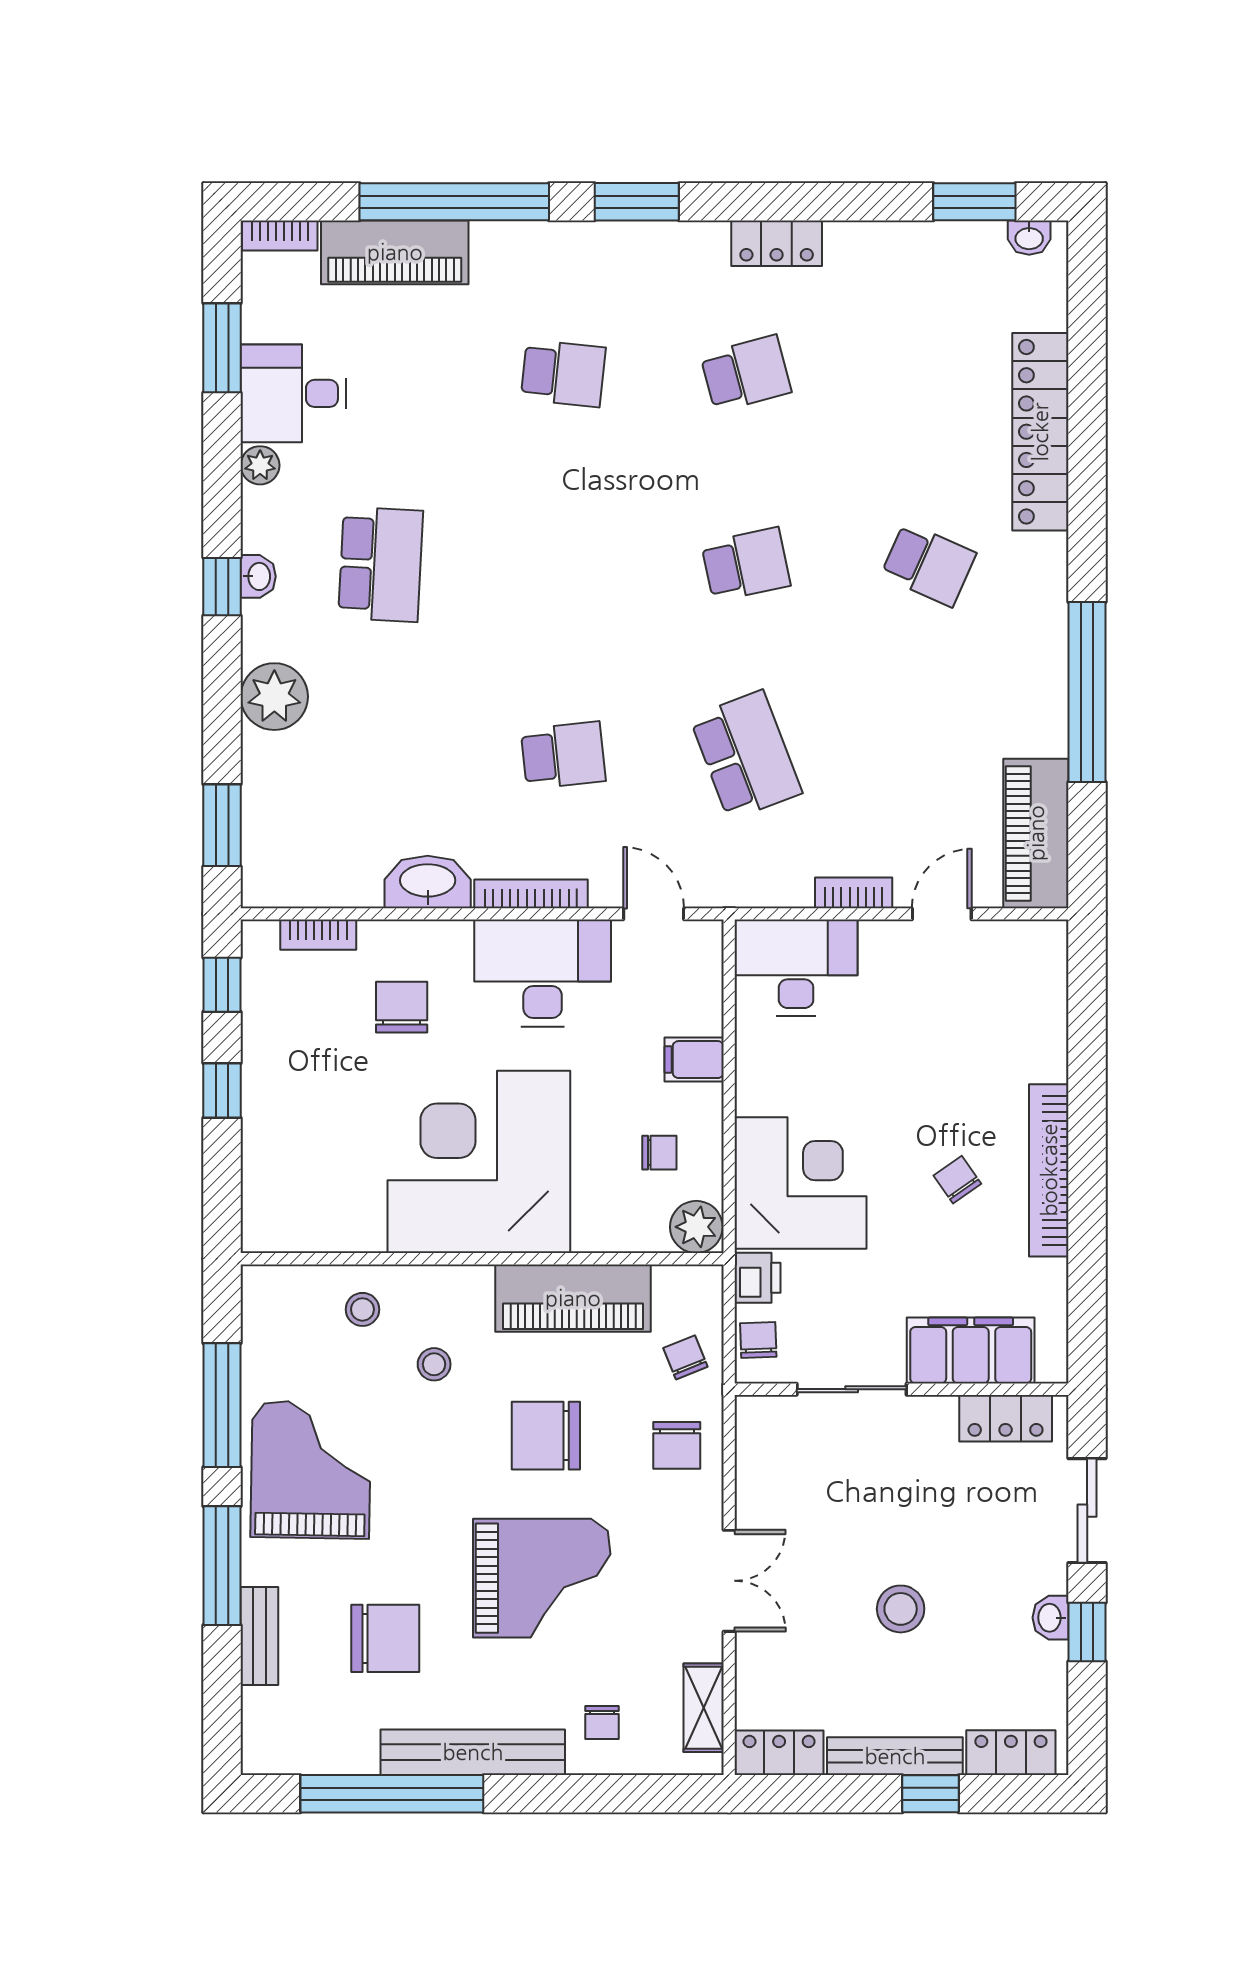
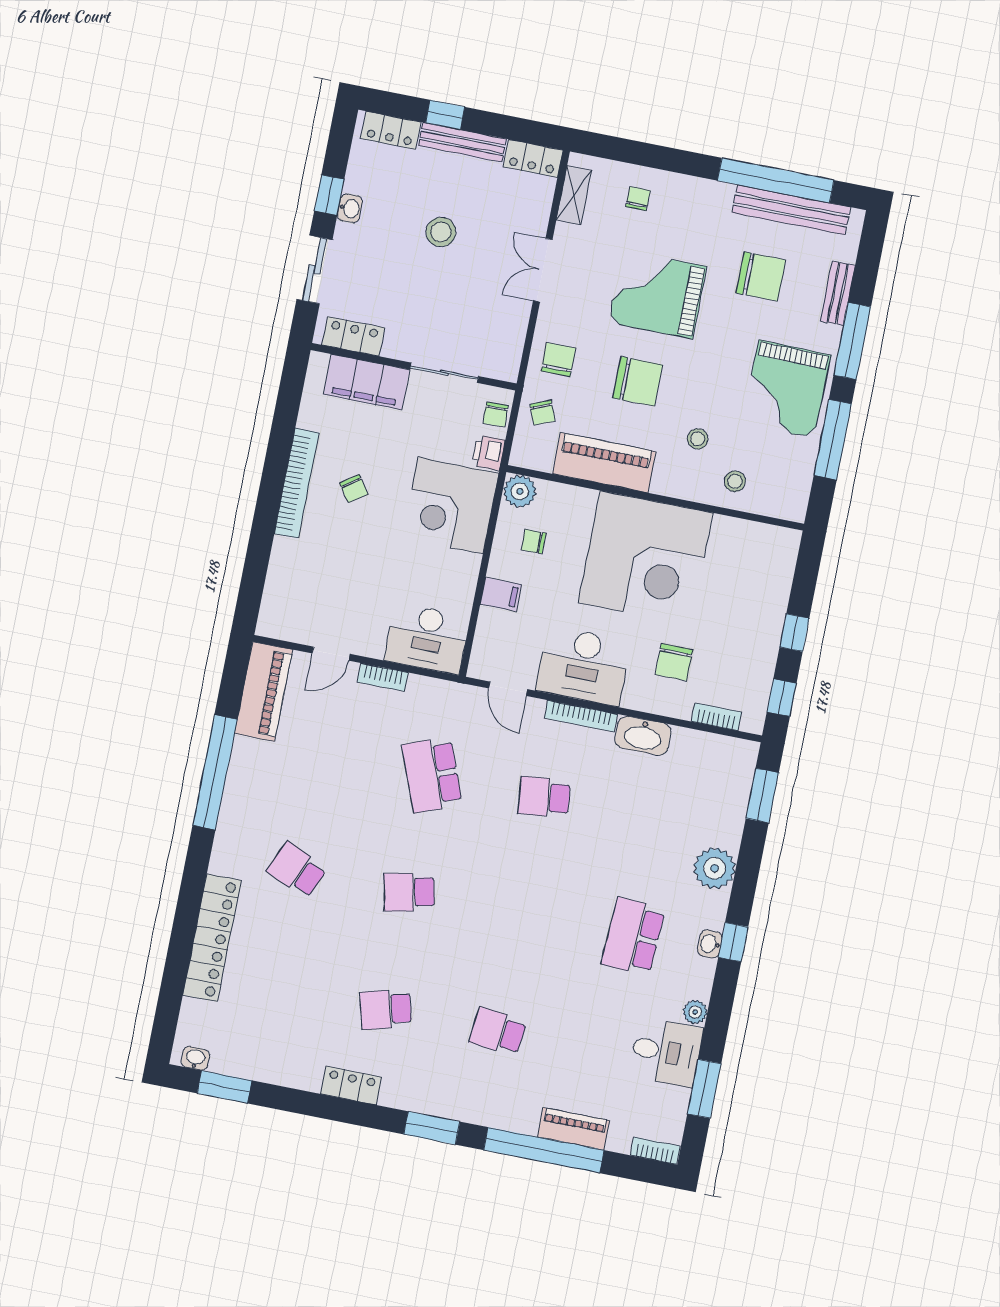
piano: (395, 252) -> (573, 1129), width x0.73, depth x0.75
chair: (385, 1638) -> (761, 277), turned 180
bench: (473, 1752) -> (791, 210), moved

